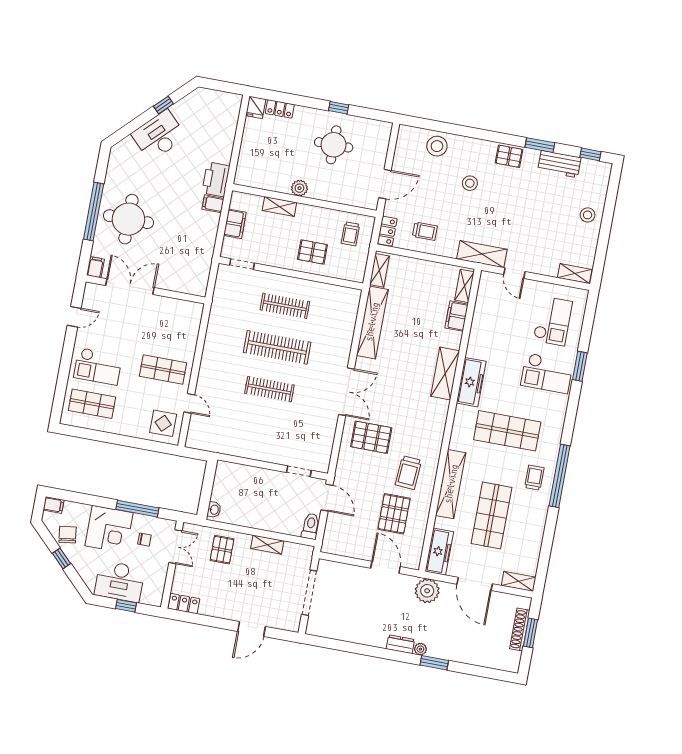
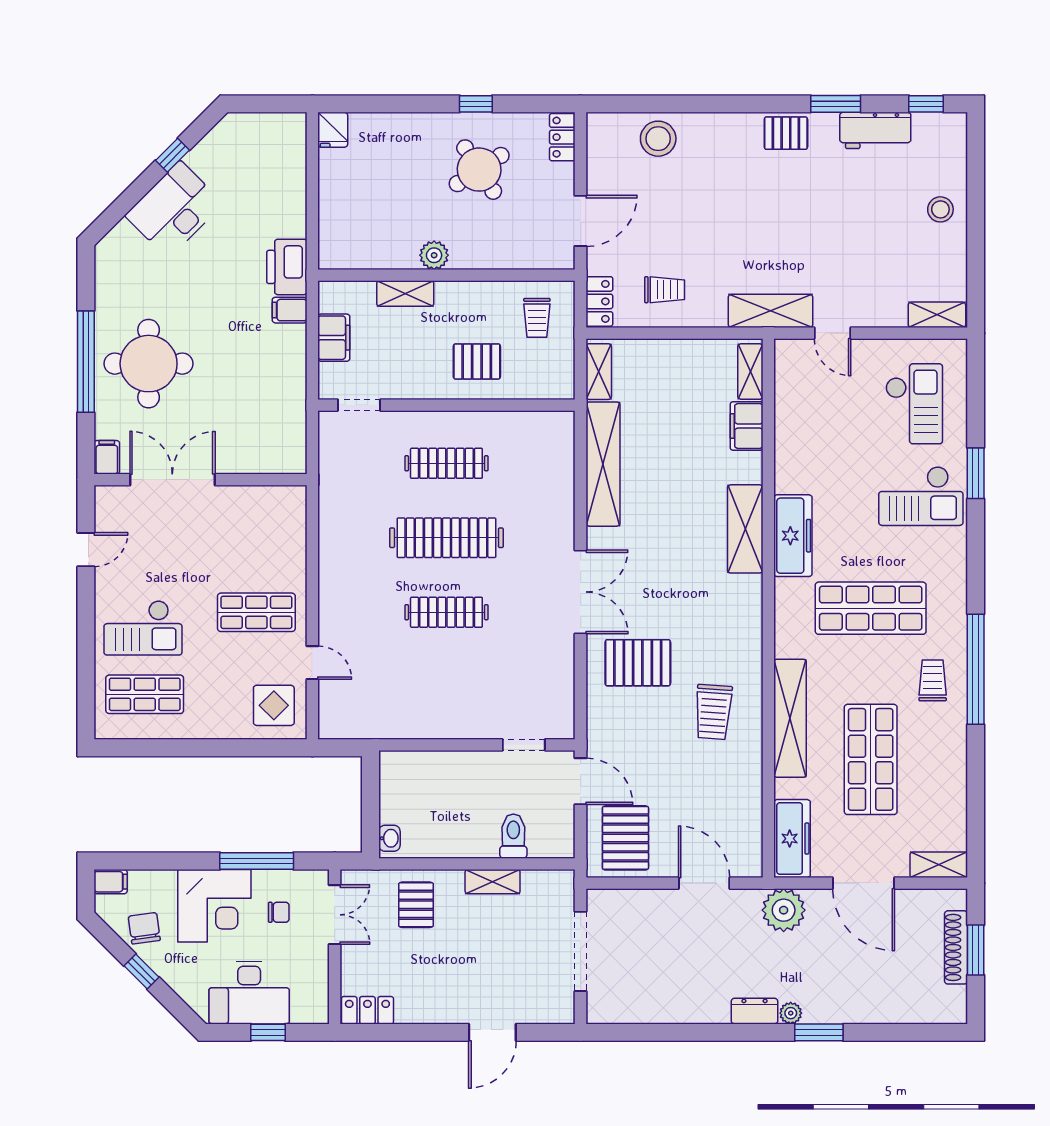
locker: (280, 109) -> (562, 137), moved, turned 90
round table: (334, 145) -> (479, 170), turned -33
stool: (470, 183) -> (727, 192), removed
pallet: (394, 514) -> (625, 838), moved
toilet: (311, 526) -> (513, 836), moved

